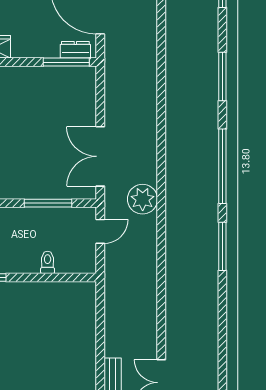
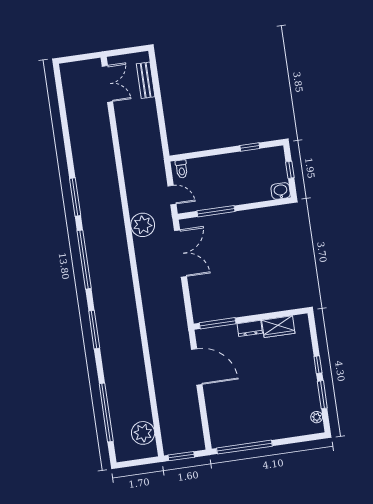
dresser: (75, 50) -> (250, 328), moved
door: (100, 231) -> (172, 195), swing flipped
toilet: (48, 262) -> (181, 169), moved

